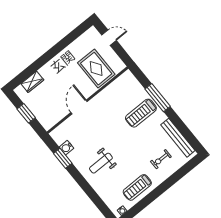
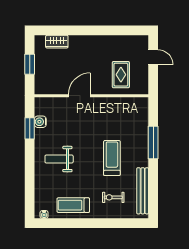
rug: (96, 69) -> (121, 75), width x0.73, depth x0.70
treadmill: (141, 113) -> (112, 158), moved, turned 90

